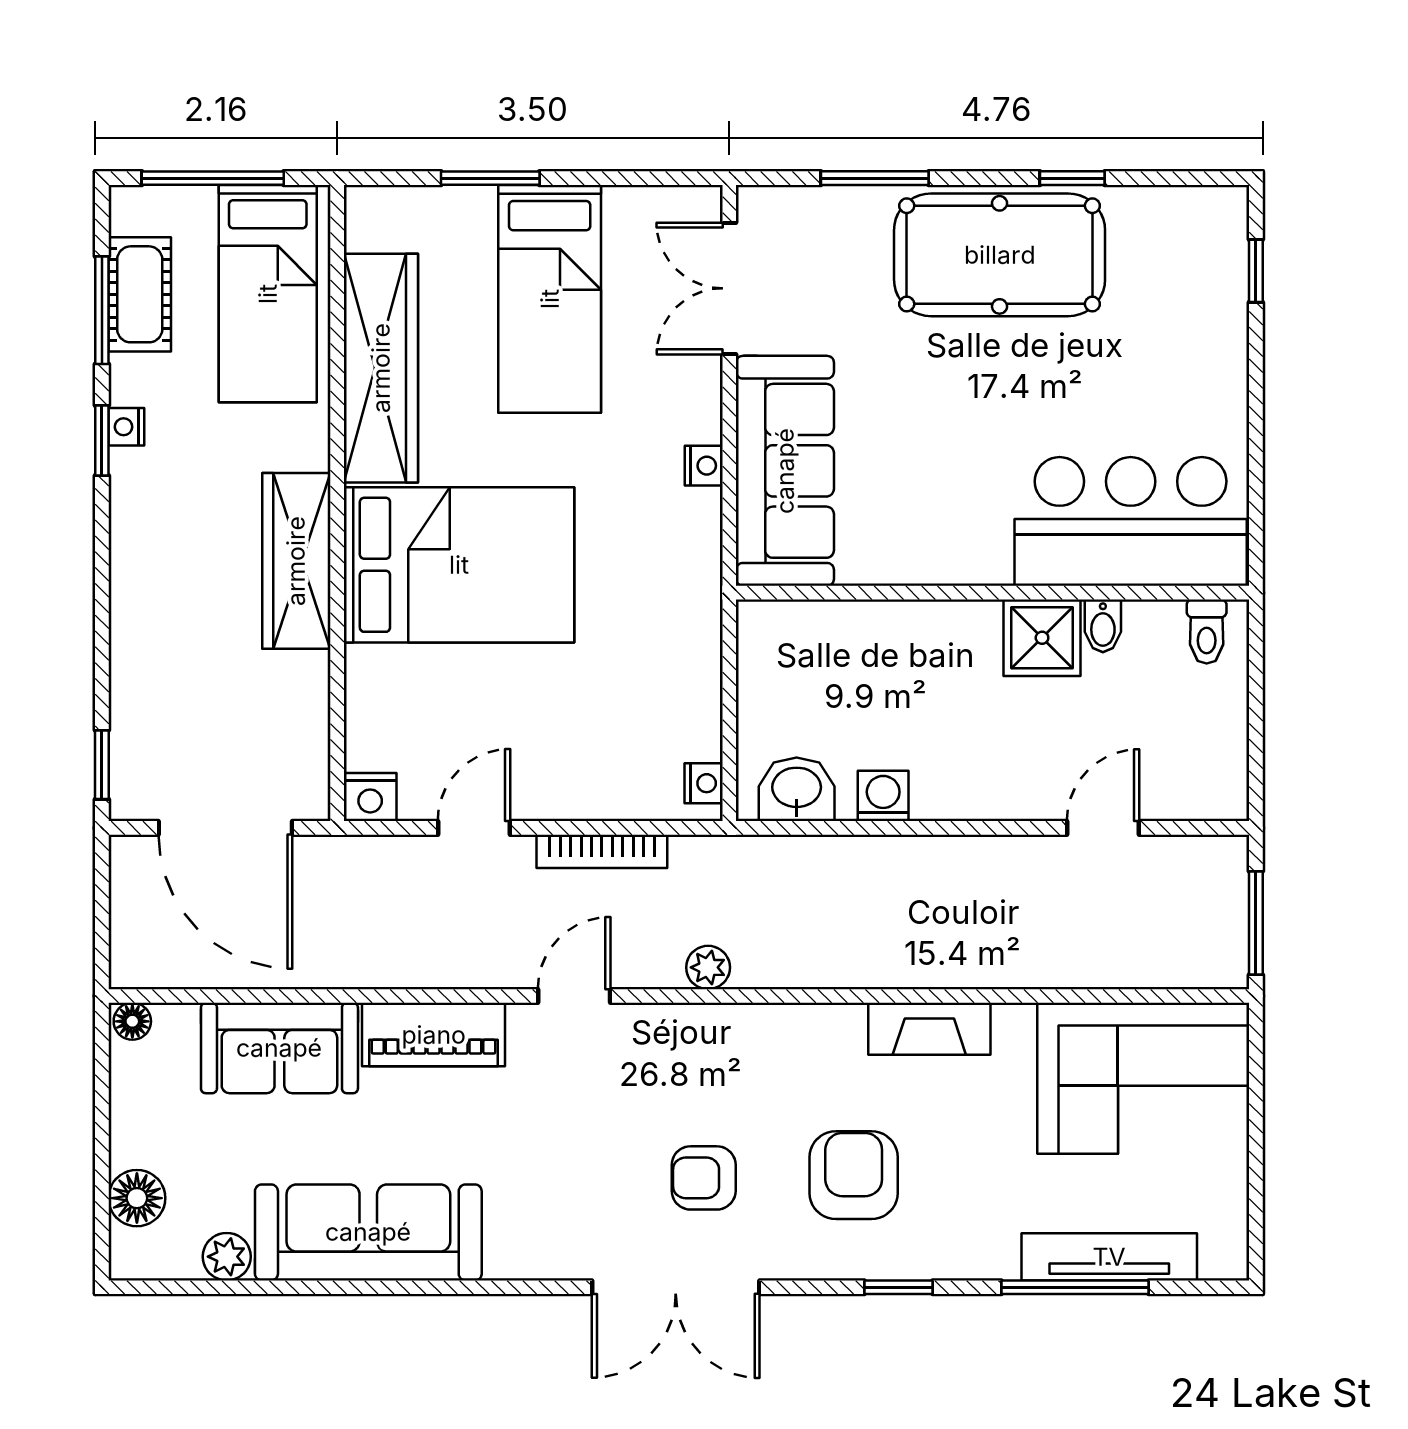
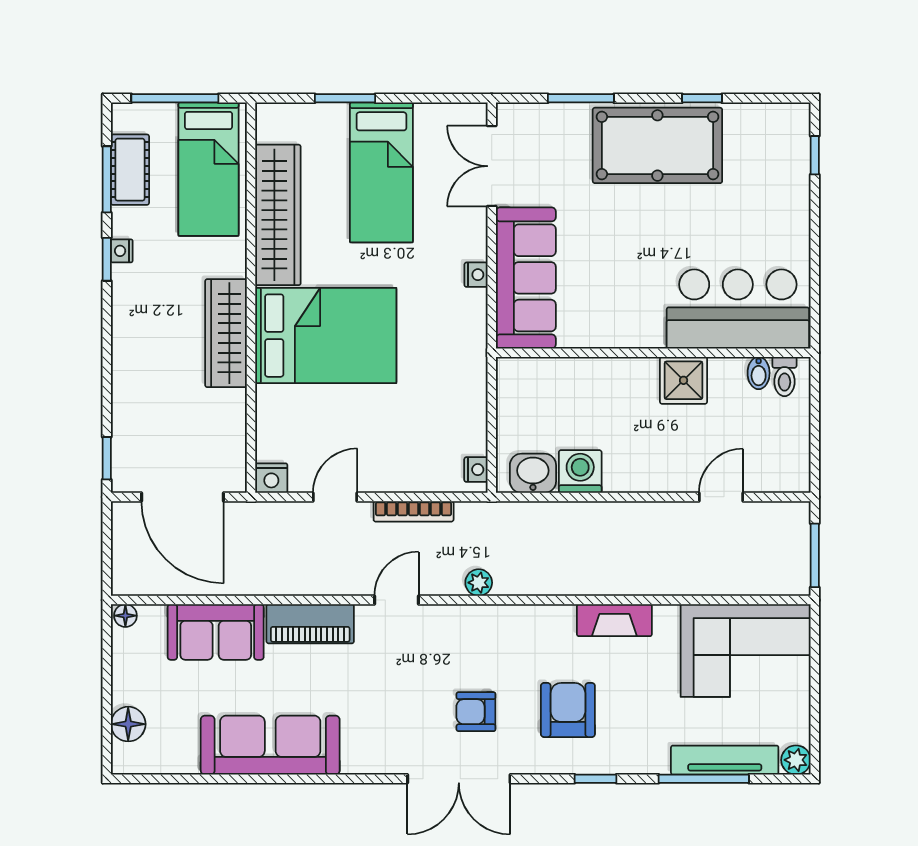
bidet: (1103, 626) -> (759, 373), moved
washing machine: (883, 796) -> (580, 472), width x1.38, depth x1.38
plant: (227, 1257) -> (796, 760), moved

